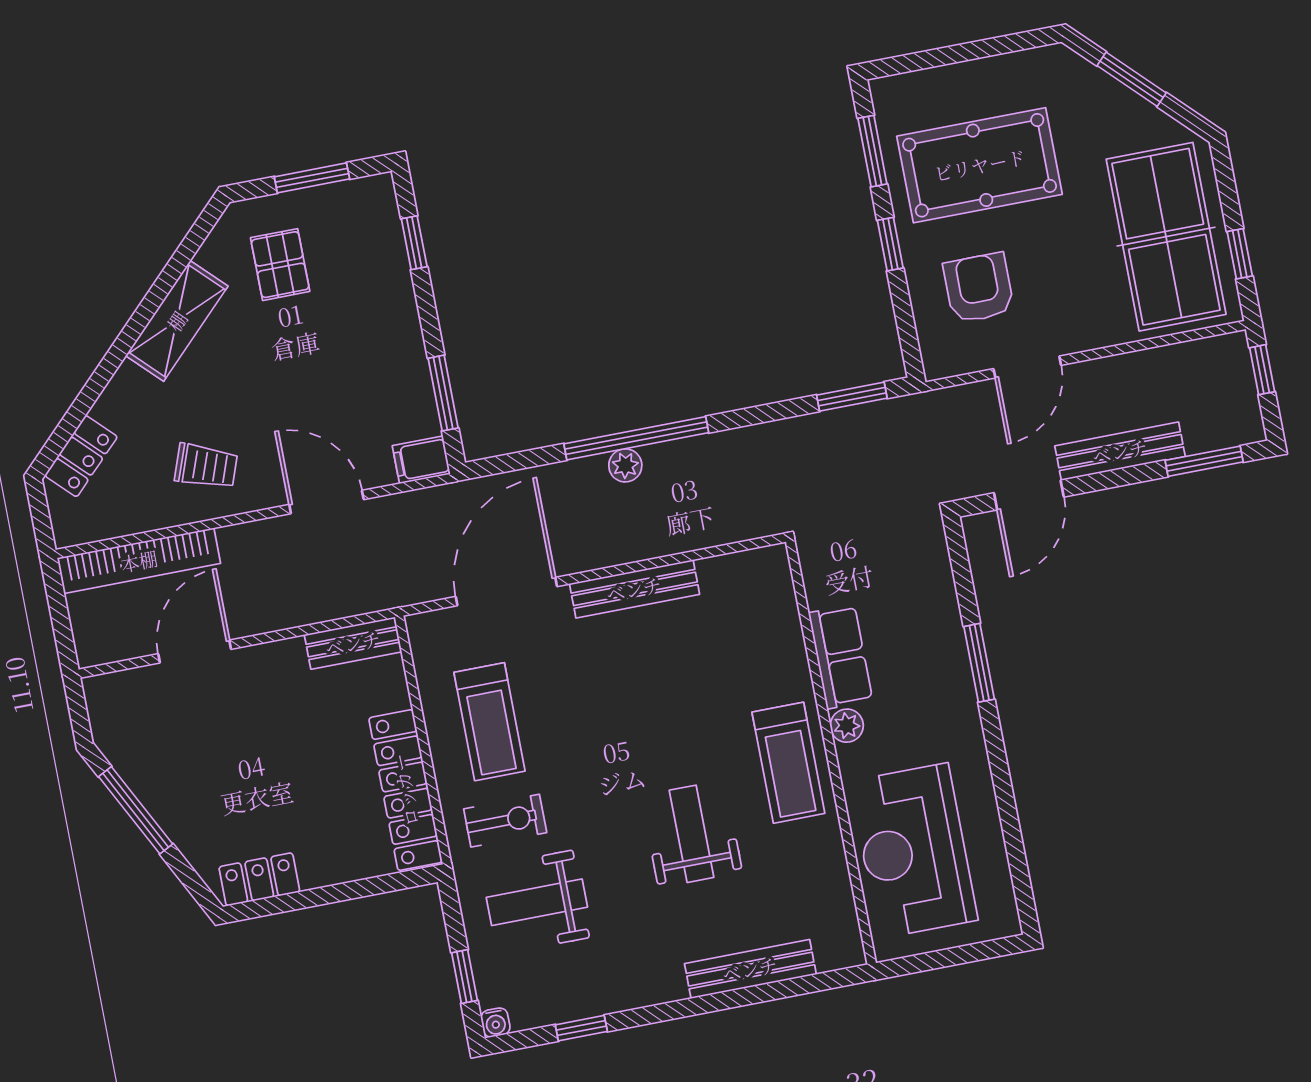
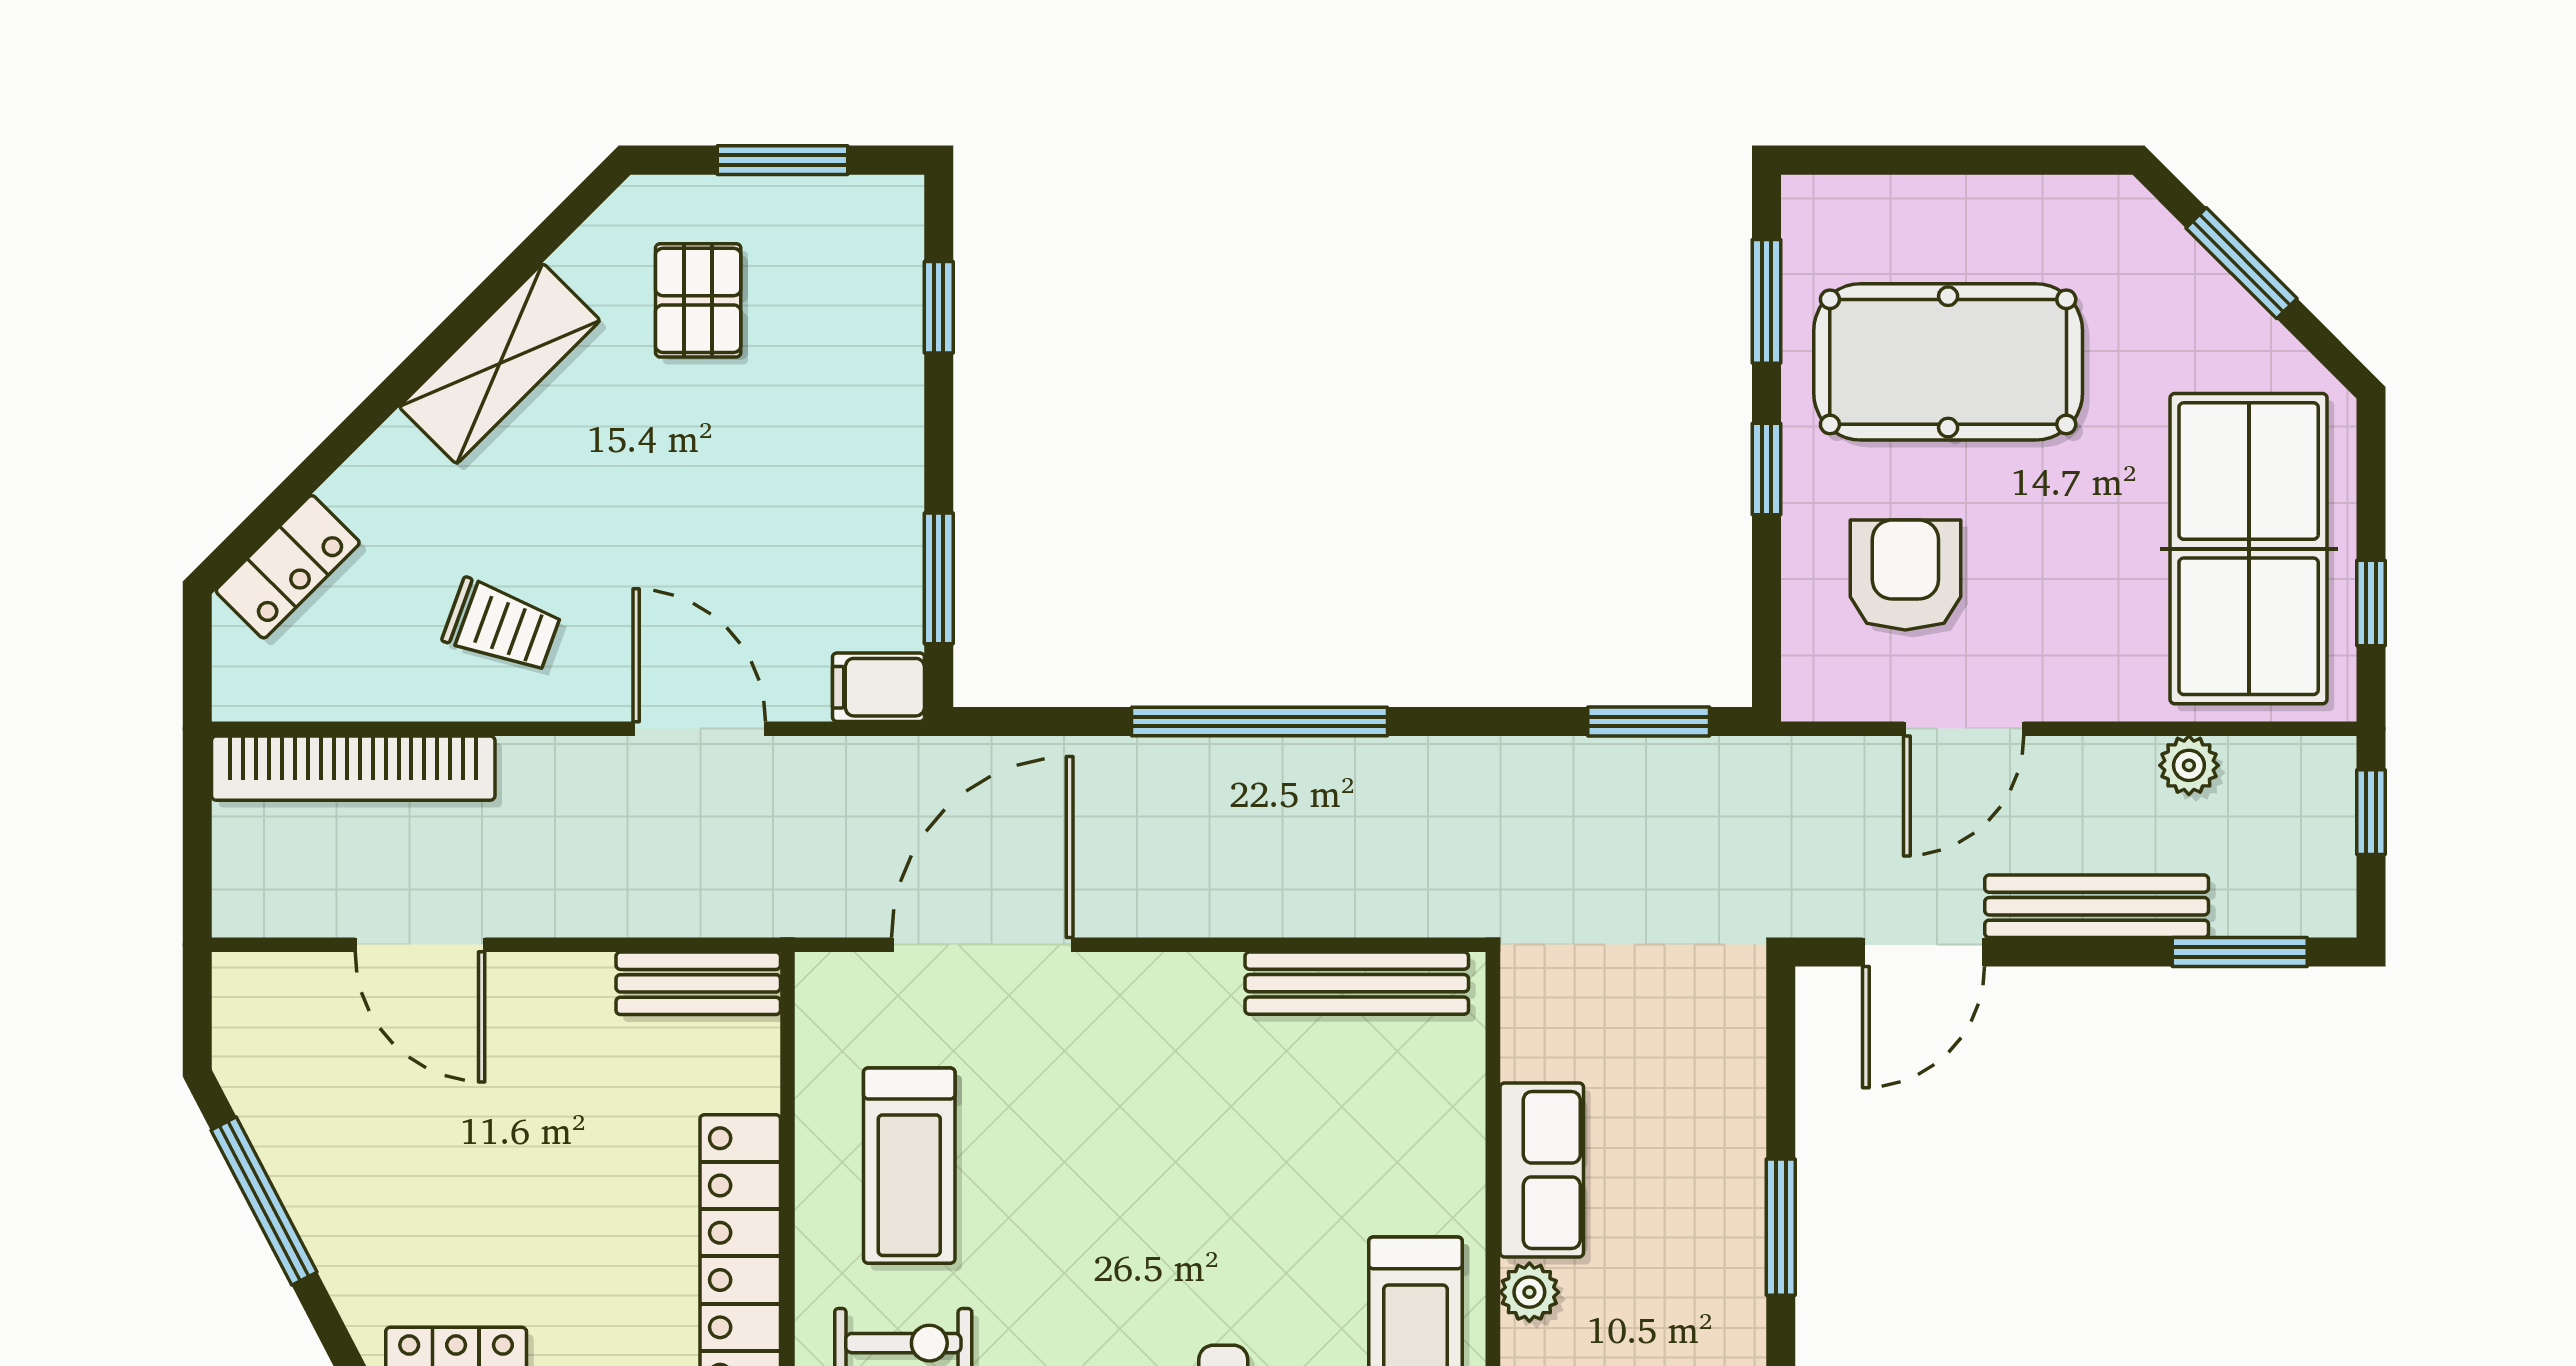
plant: (625, 465) -> (2189, 765), moved
bench: (634, 589) -> (1357, 983), moved
door: (195, 651) -> (420, 945), swing flipped

